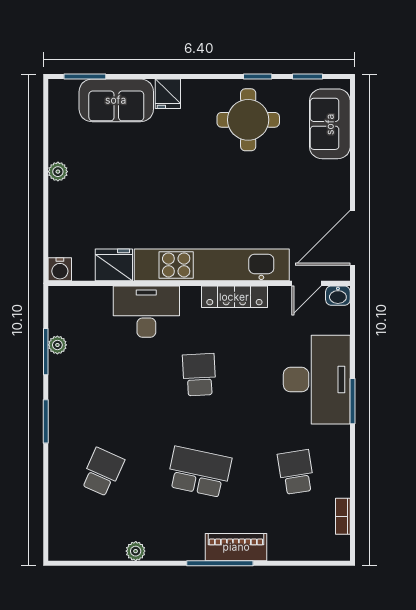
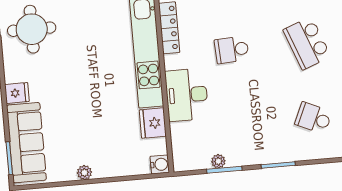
sofa: (116, 100) -> (26, 143), width x1.36
school desk: (199, 472) -> (307, 43), turned -33

